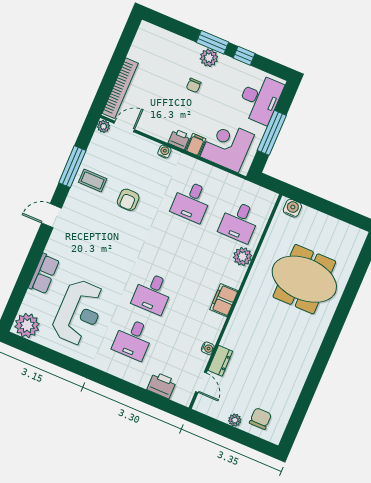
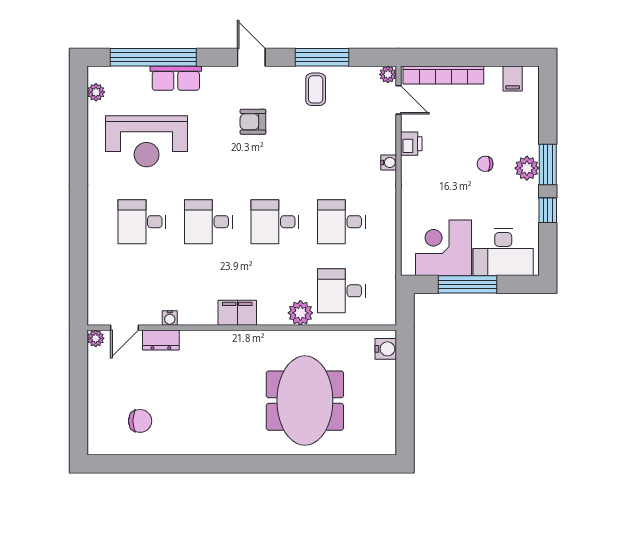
printer: (179, 139) -> (411, 144), moved
filing cabinet: (196, 145) -> (513, 79), moved, turned 90
corner desk: (227, 146) -> (444, 248), moved, turned -90
armchair: (128, 200) -> (253, 122), moved
desk: (172, 247) -> (275, 222), added
window: (23, 283) -> (153, 57), added
plant: (27, 325) -> (96, 92), width x0.53, depth x0.53
printer: (162, 385) -> (100, 281), removed
chair: (260, 419) -> (140, 421), moved
plant: (235, 420) -> (96, 338), moved

